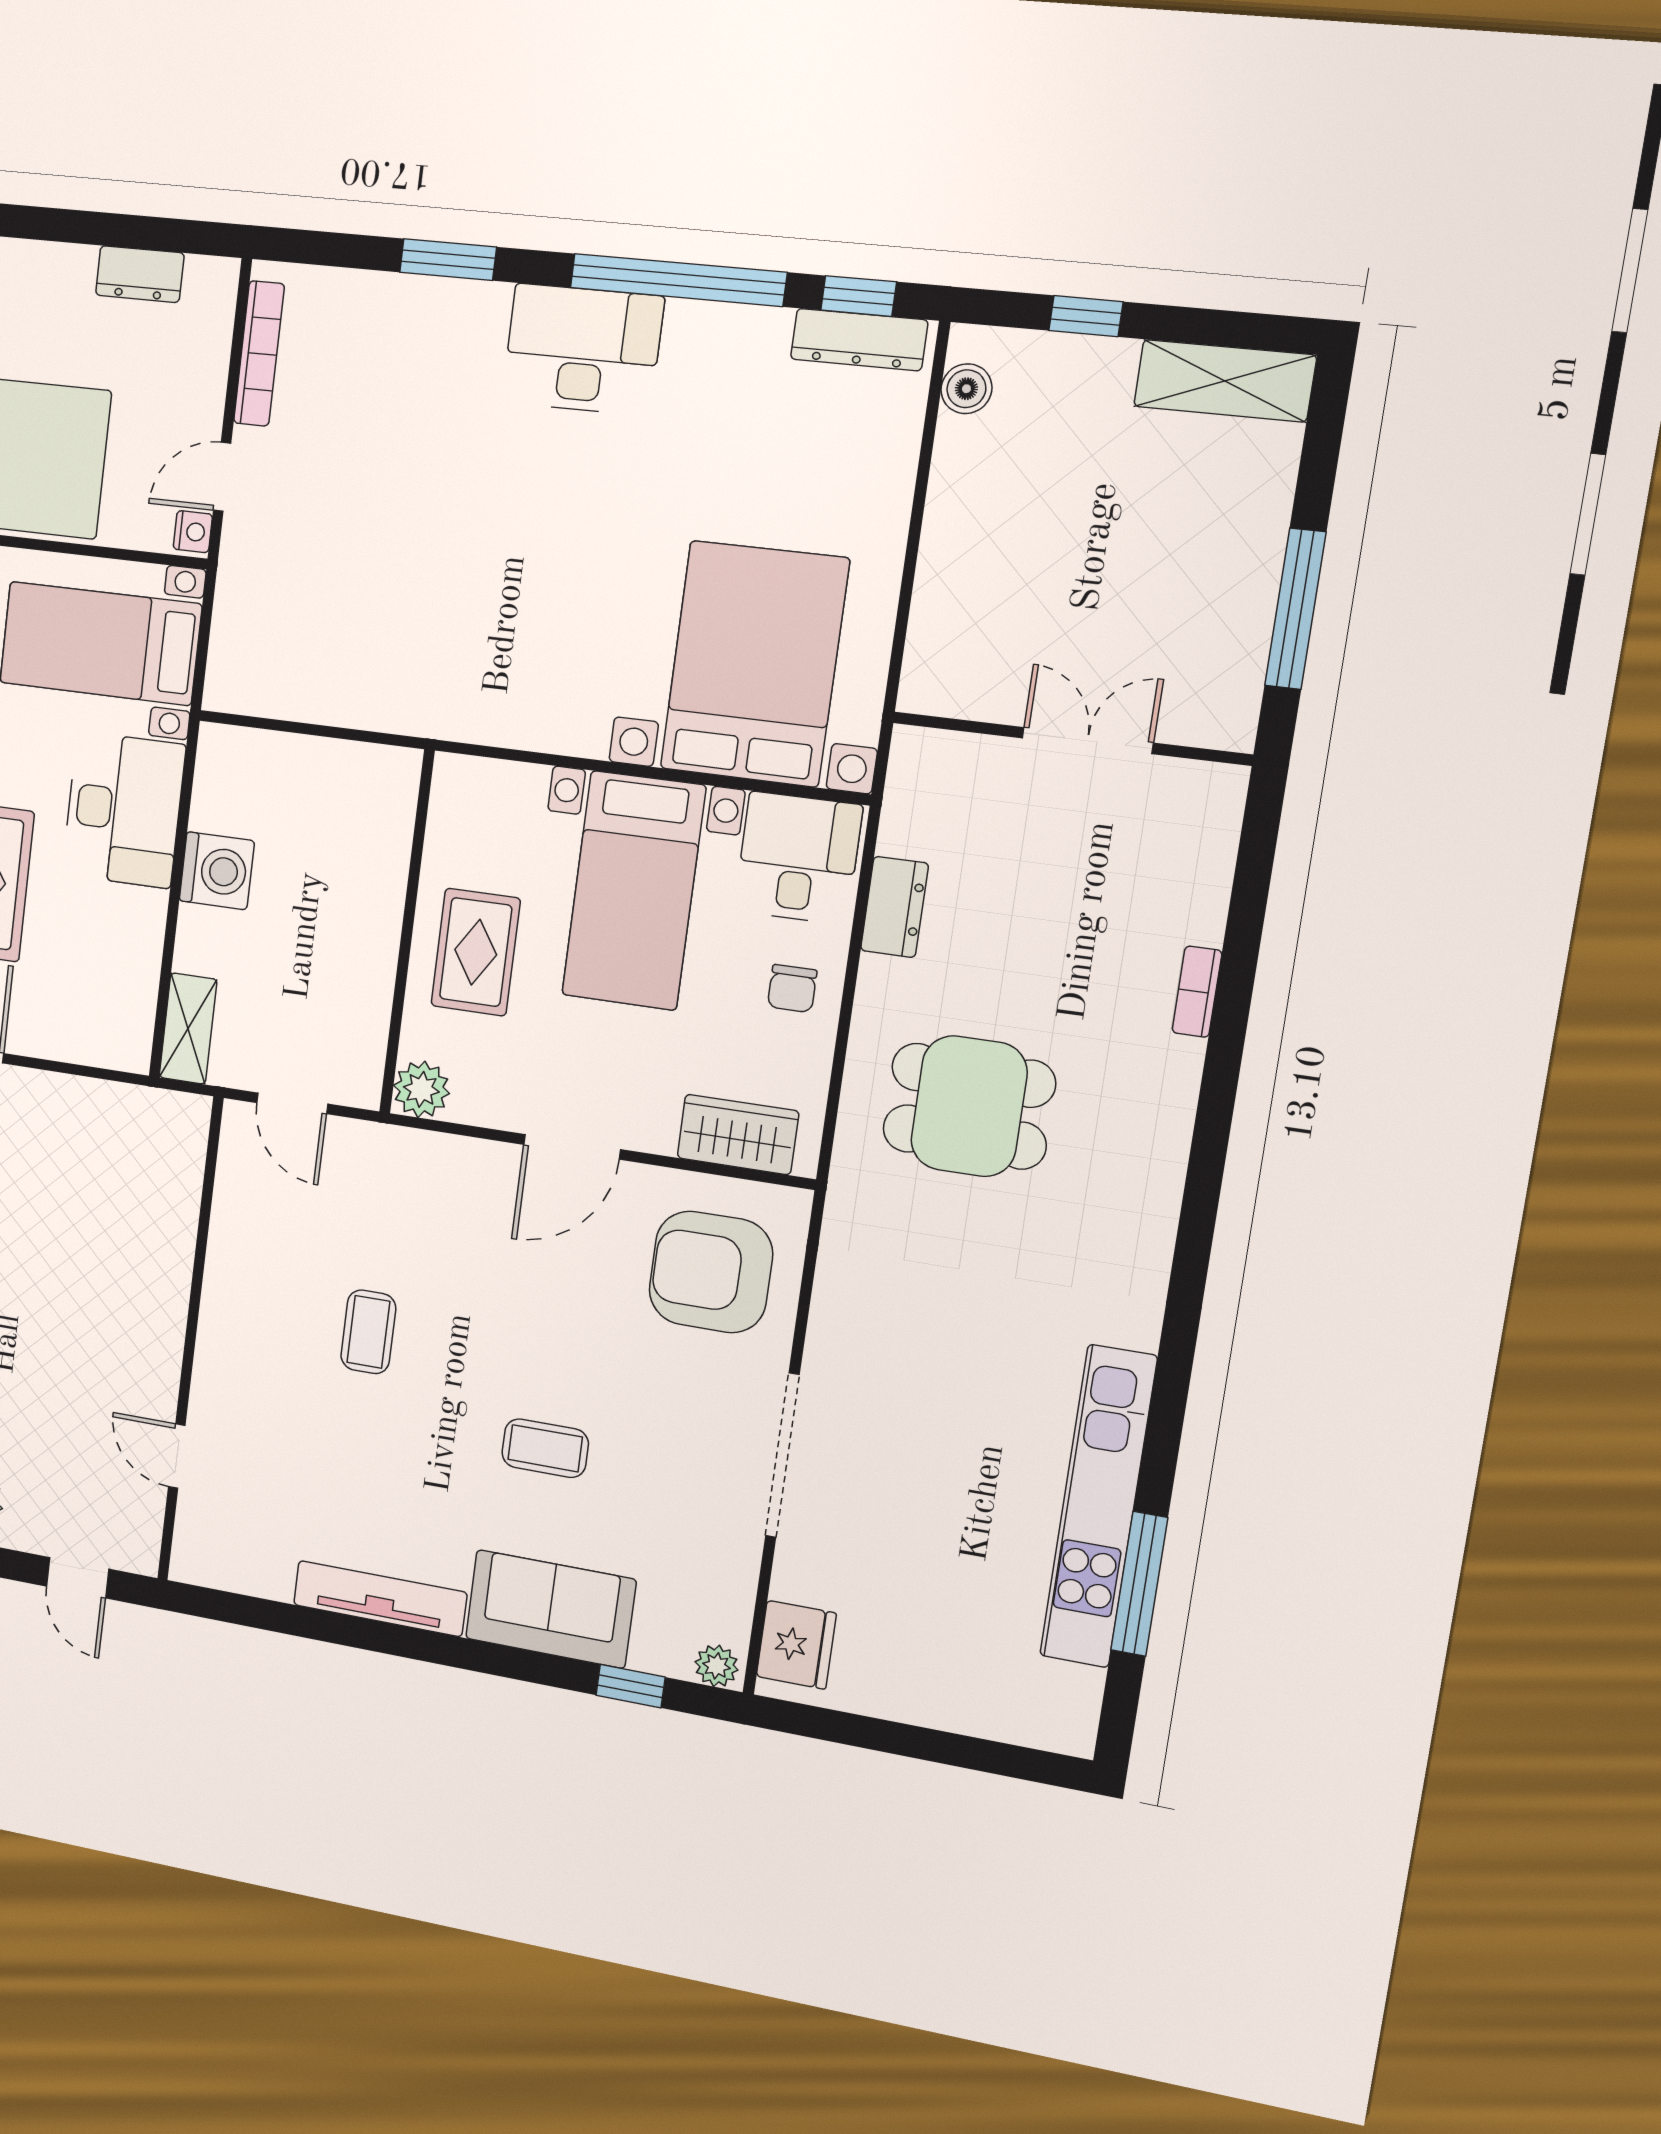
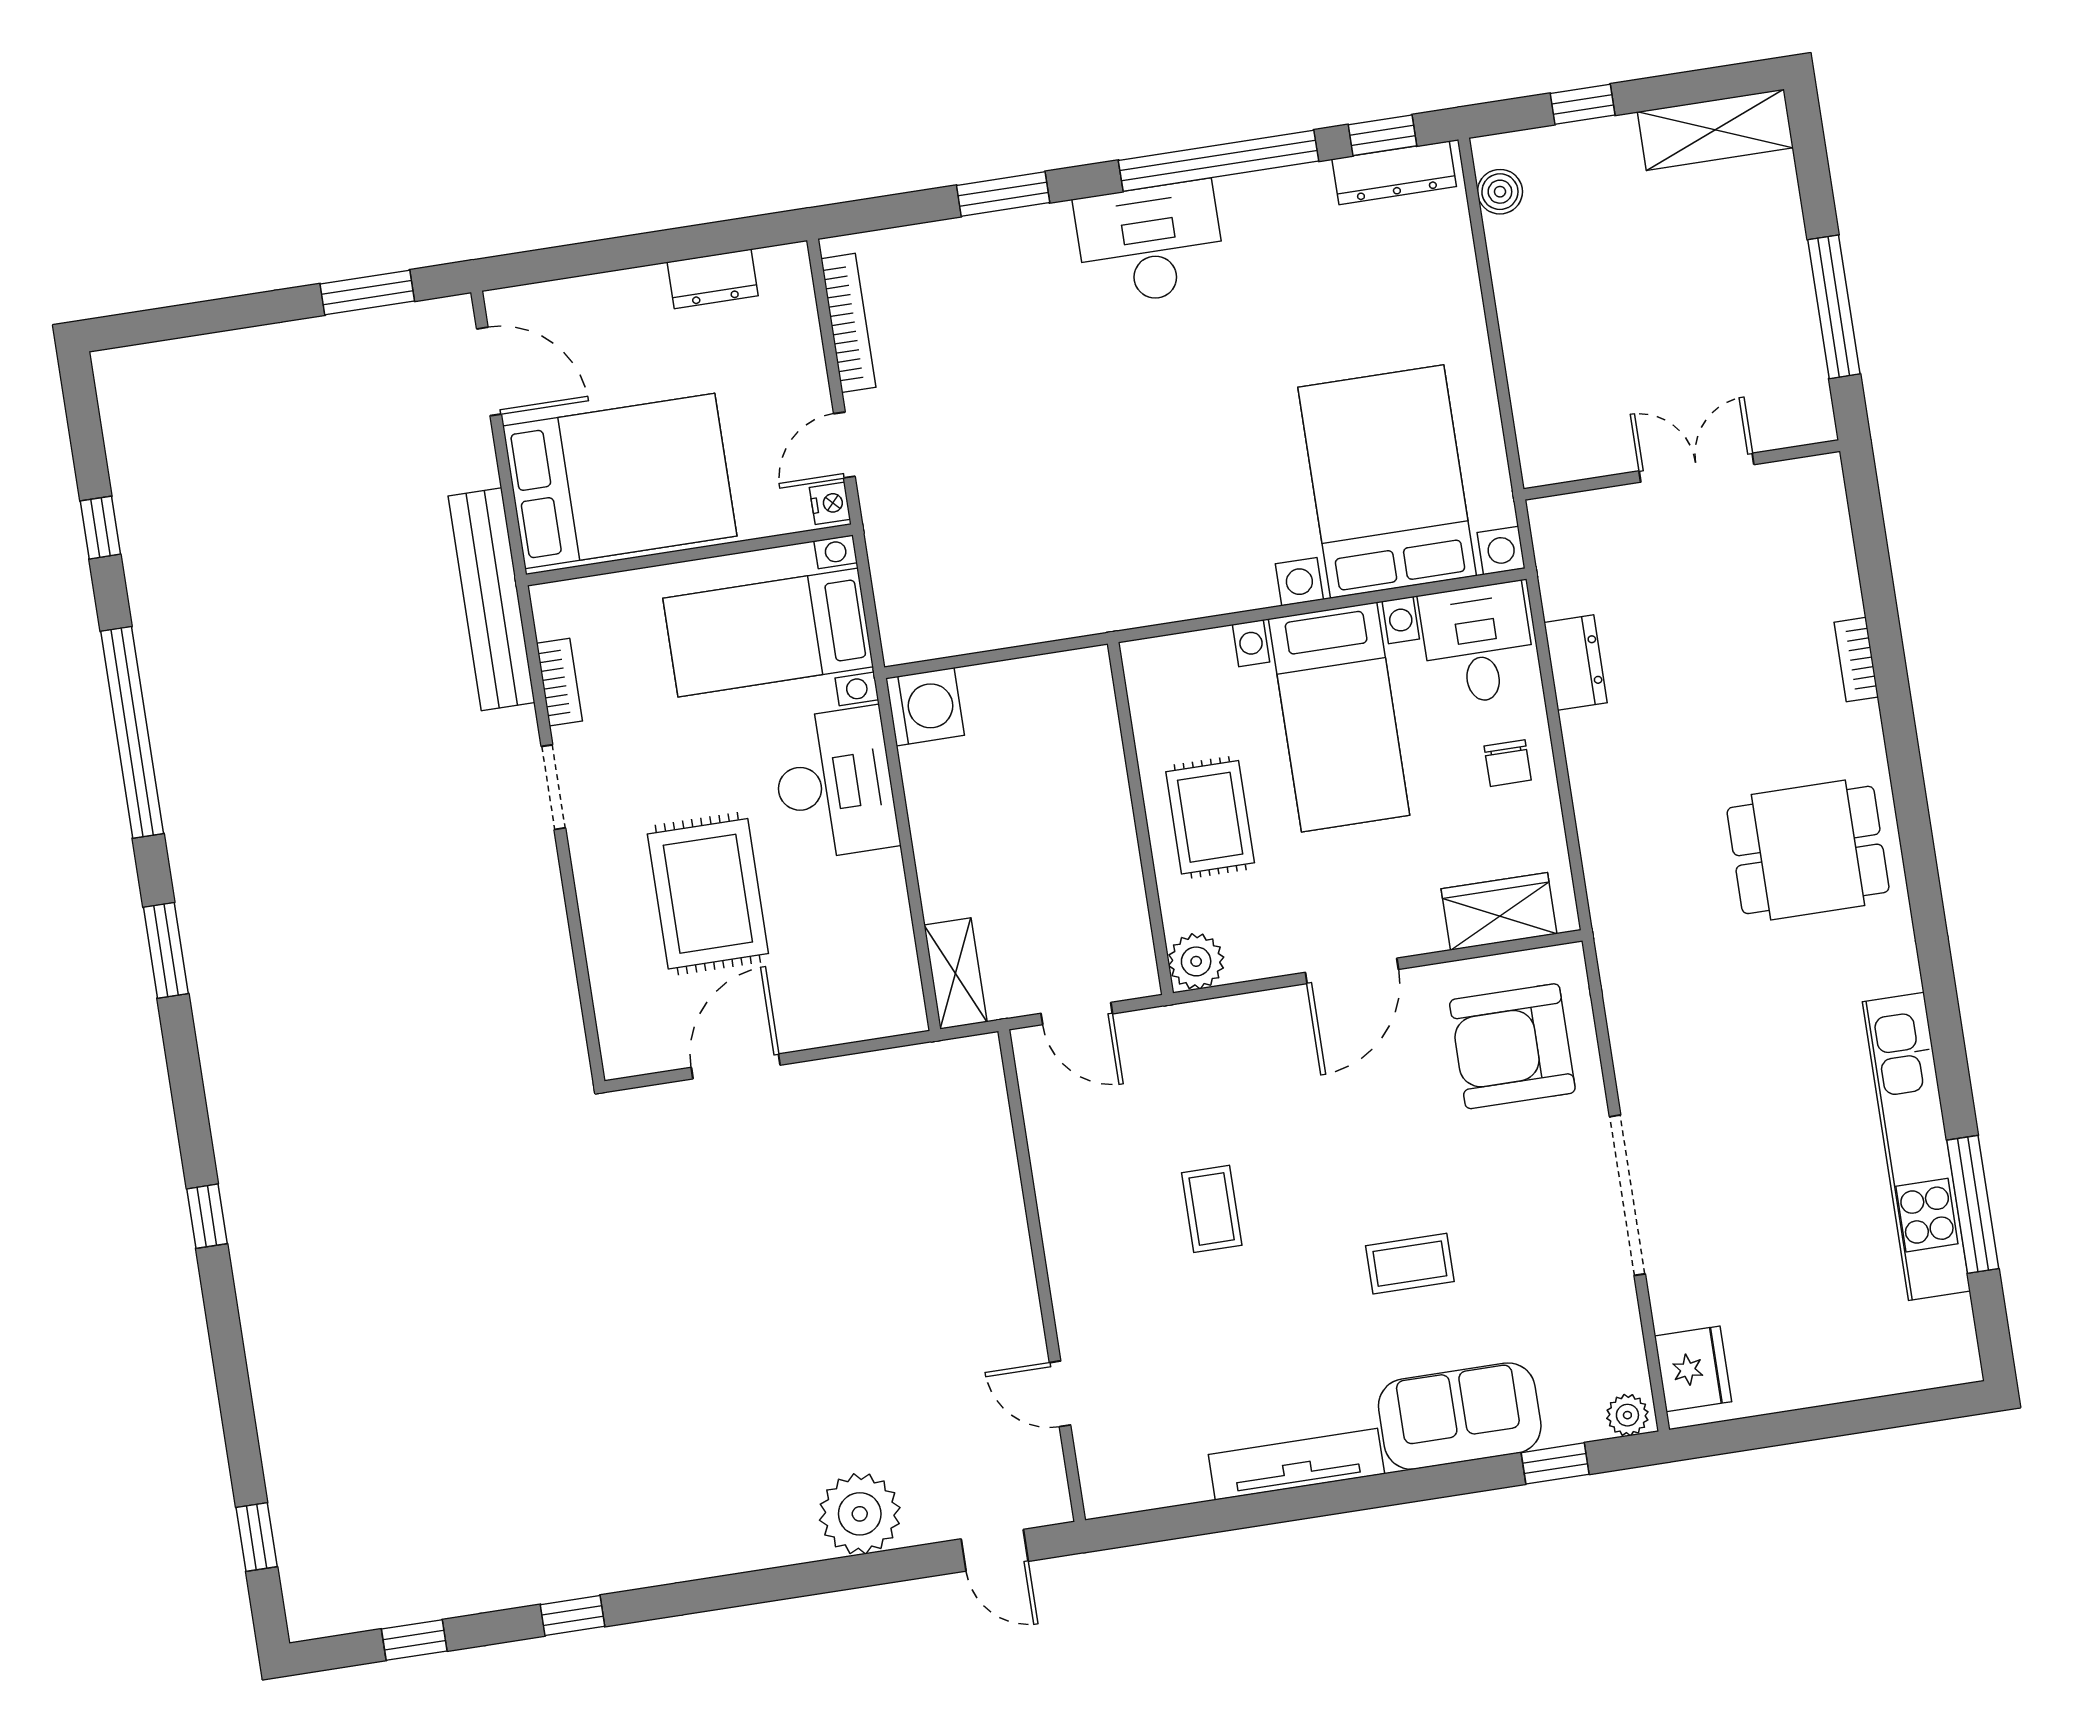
washing machine: (217, 871) -> (925, 707), moved
dining table: (969, 1106) -> (1808, 850), moved

